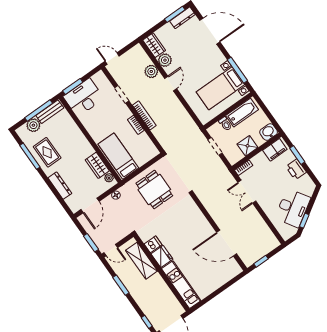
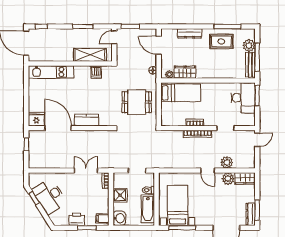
filing cabinet: (275, 150) -> (103, 218), width x0.50
kitchen counter: (202, 223) -> (86, 120), added
door: (227, 243) -> (58, 128), hinge flipped
fridge: (162, 256) -> (36, 119), moved, turned 180

